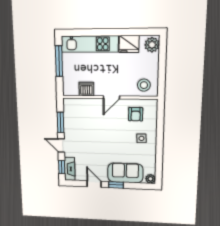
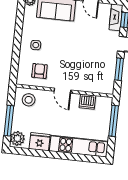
window: (59, 61) -> (114, 121), moved
window: (162, 62) -> (9, 121), added
door: (111, 97) -> (63, 91), swing flipped

